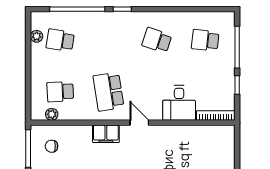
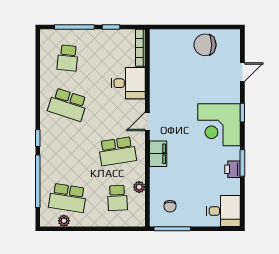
school desk: (60, 40) -> (68, 198), width x1.85
school desk: (157, 40) -> (68, 105), width x1.85
plant: (52, 114) -> (139, 187), moved

